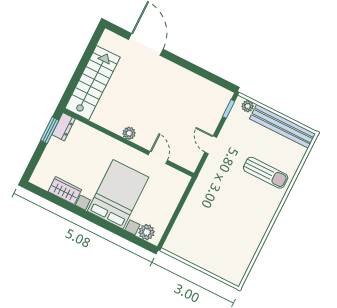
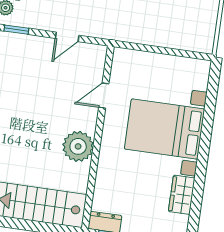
plant: (129, 133) -> (78, 146), width x1.87, depth x1.87
plant: (147, 232) -> (199, 79), removed

